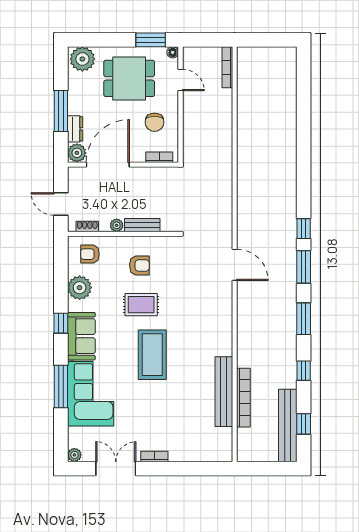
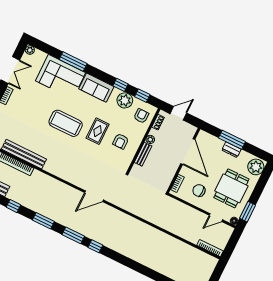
dresser: (75, 129) -> (231, 150), moved
plant: (77, 153) -> (203, 137), removed
window: (61, 266) -> (142, 96), added
window: (61, 323) -> (121, 85), moved

